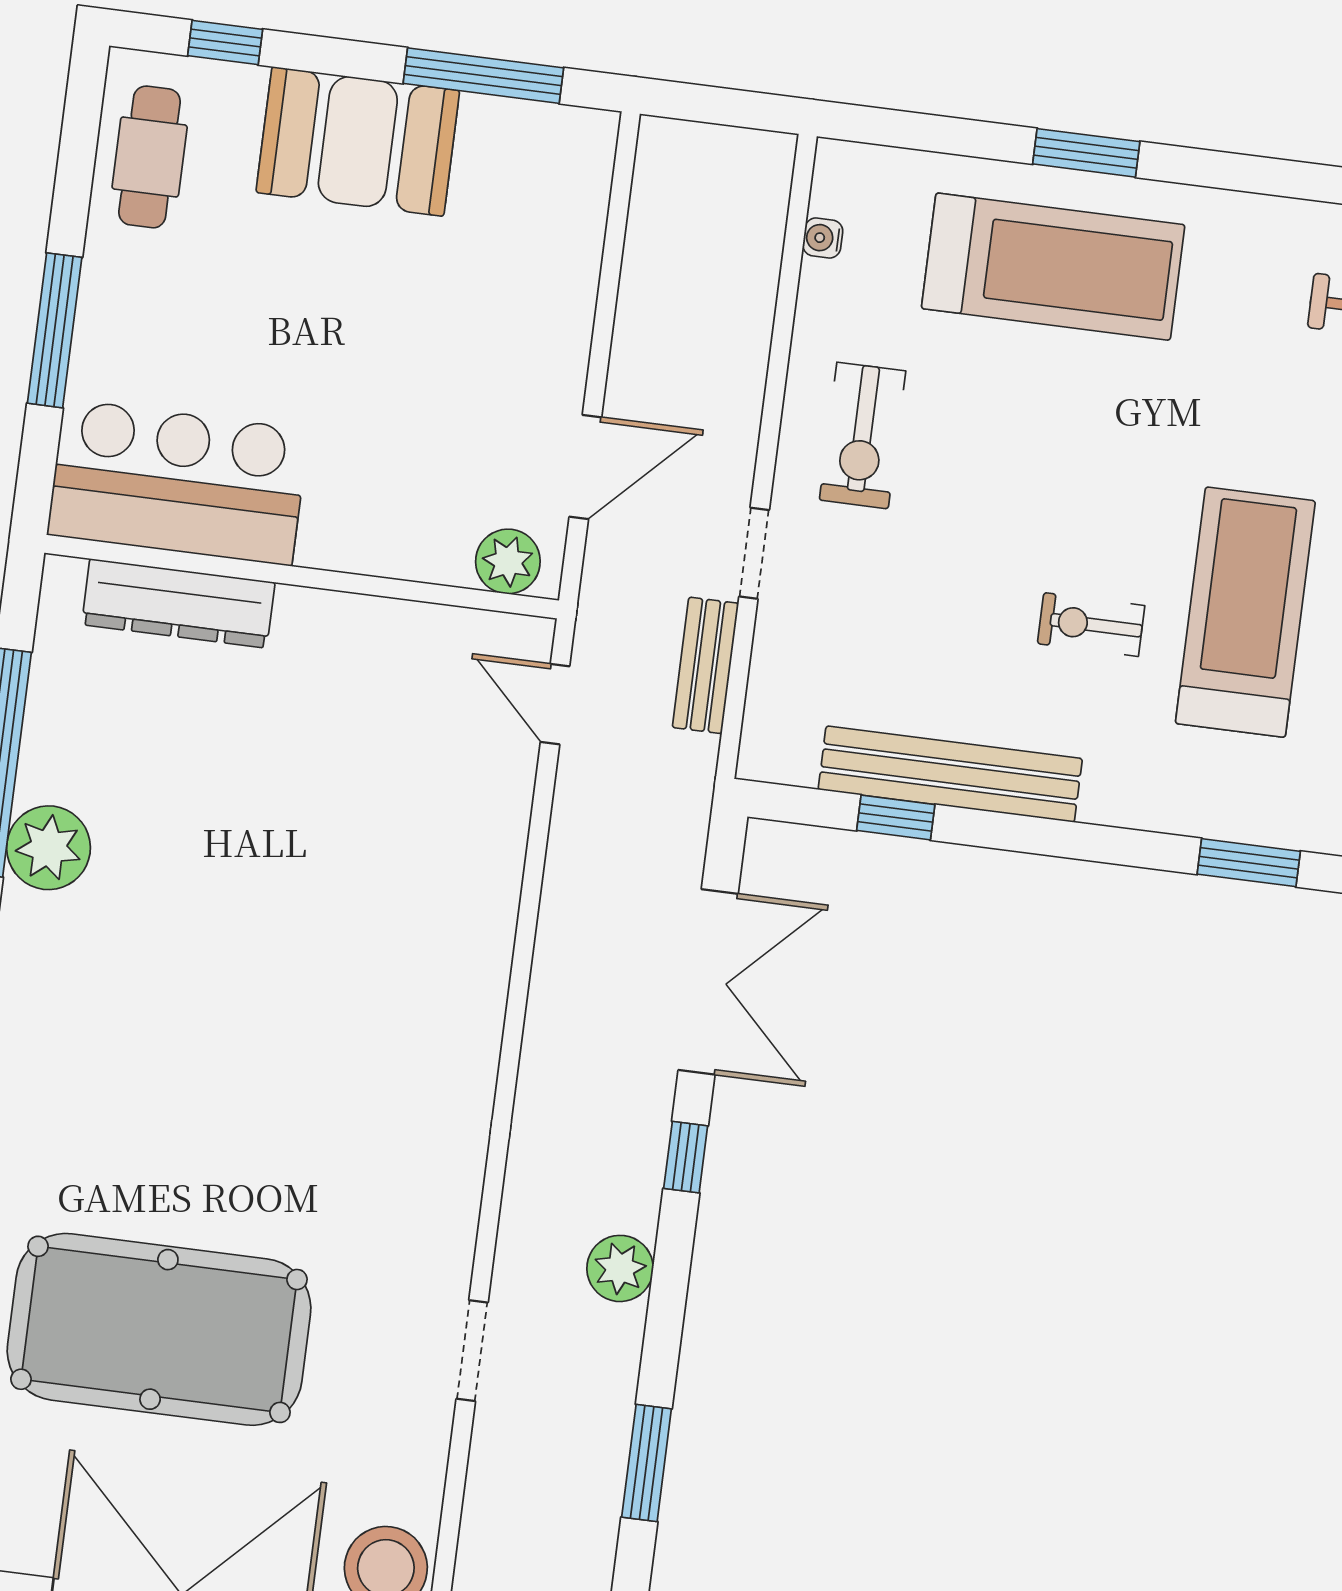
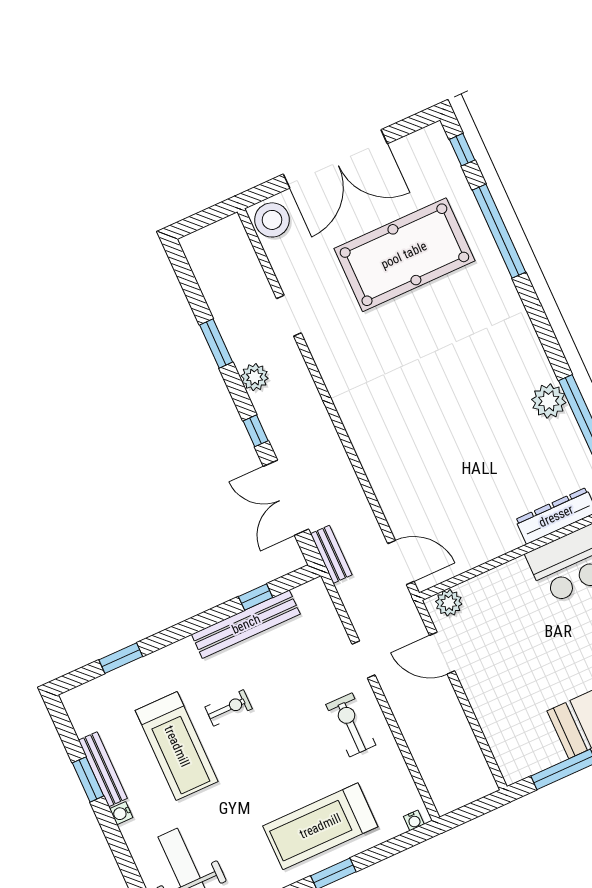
water cooler: (823, 238) -> (414, 820), moved, turned 90
door: (585, 467) -> (442, 653), hinge flipped
bench: (705, 665) -> (331, 554), moved
door: (555, 704) -> (401, 563), width x1.38
window: (647, 1463) -> (216, 344), moved

